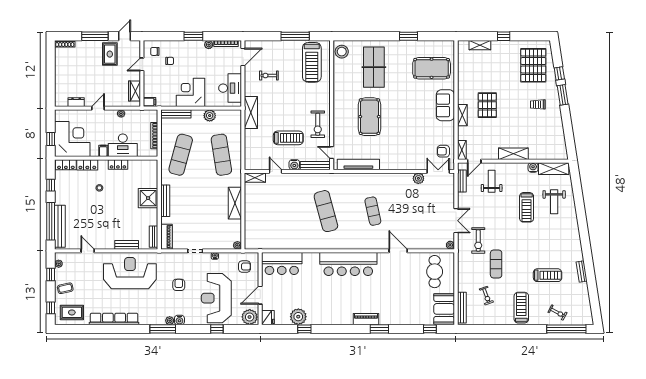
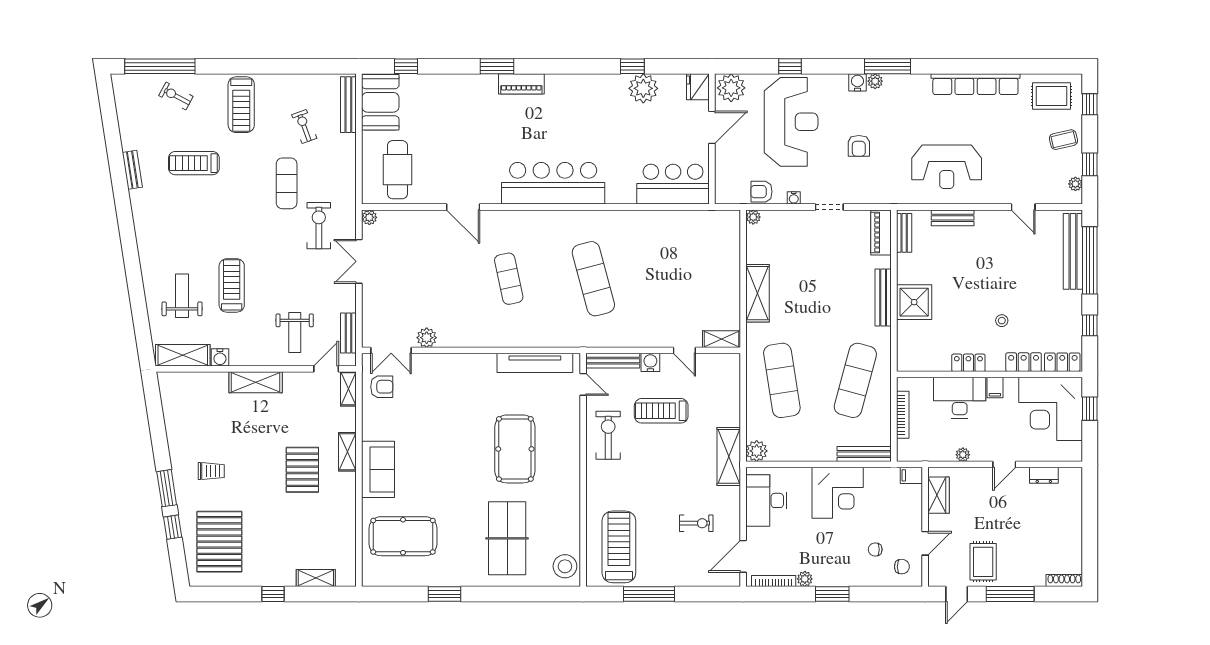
plant: (210, 116) -> (757, 451), moved
armchair: (245, 267) -> (761, 192), moved
reception desk: (130, 273) -> (947, 167), width x0.74, depth x0.77

